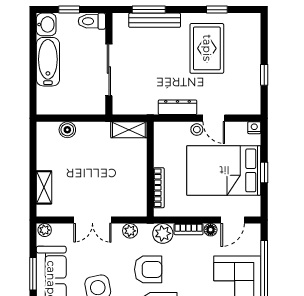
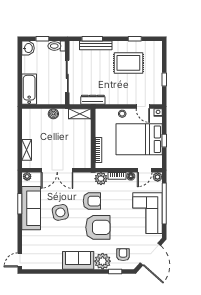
rug: (207, 48) -> (128, 63), turned 90
bathtub: (48, 62) -> (29, 89), moved
dresser: (178, 107) -> (93, 100), moved
door: (214, 118) -> (143, 107), moved
boiler: (67, 130) -> (53, 114), moved
double door: (92, 220) -> (57, 170), width x1.37
plant: (130, 231) -> (158, 177), moved

